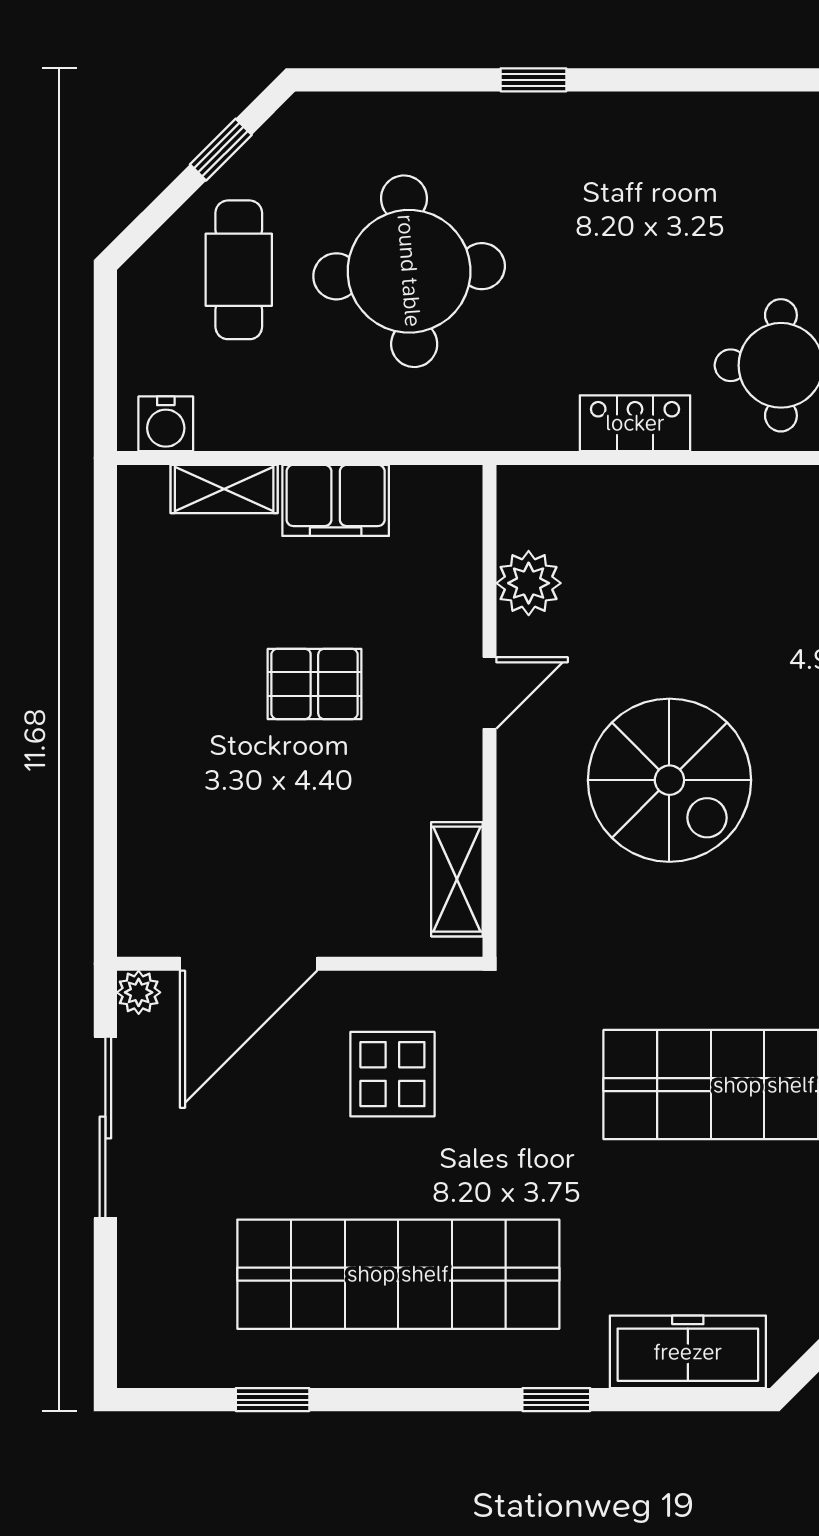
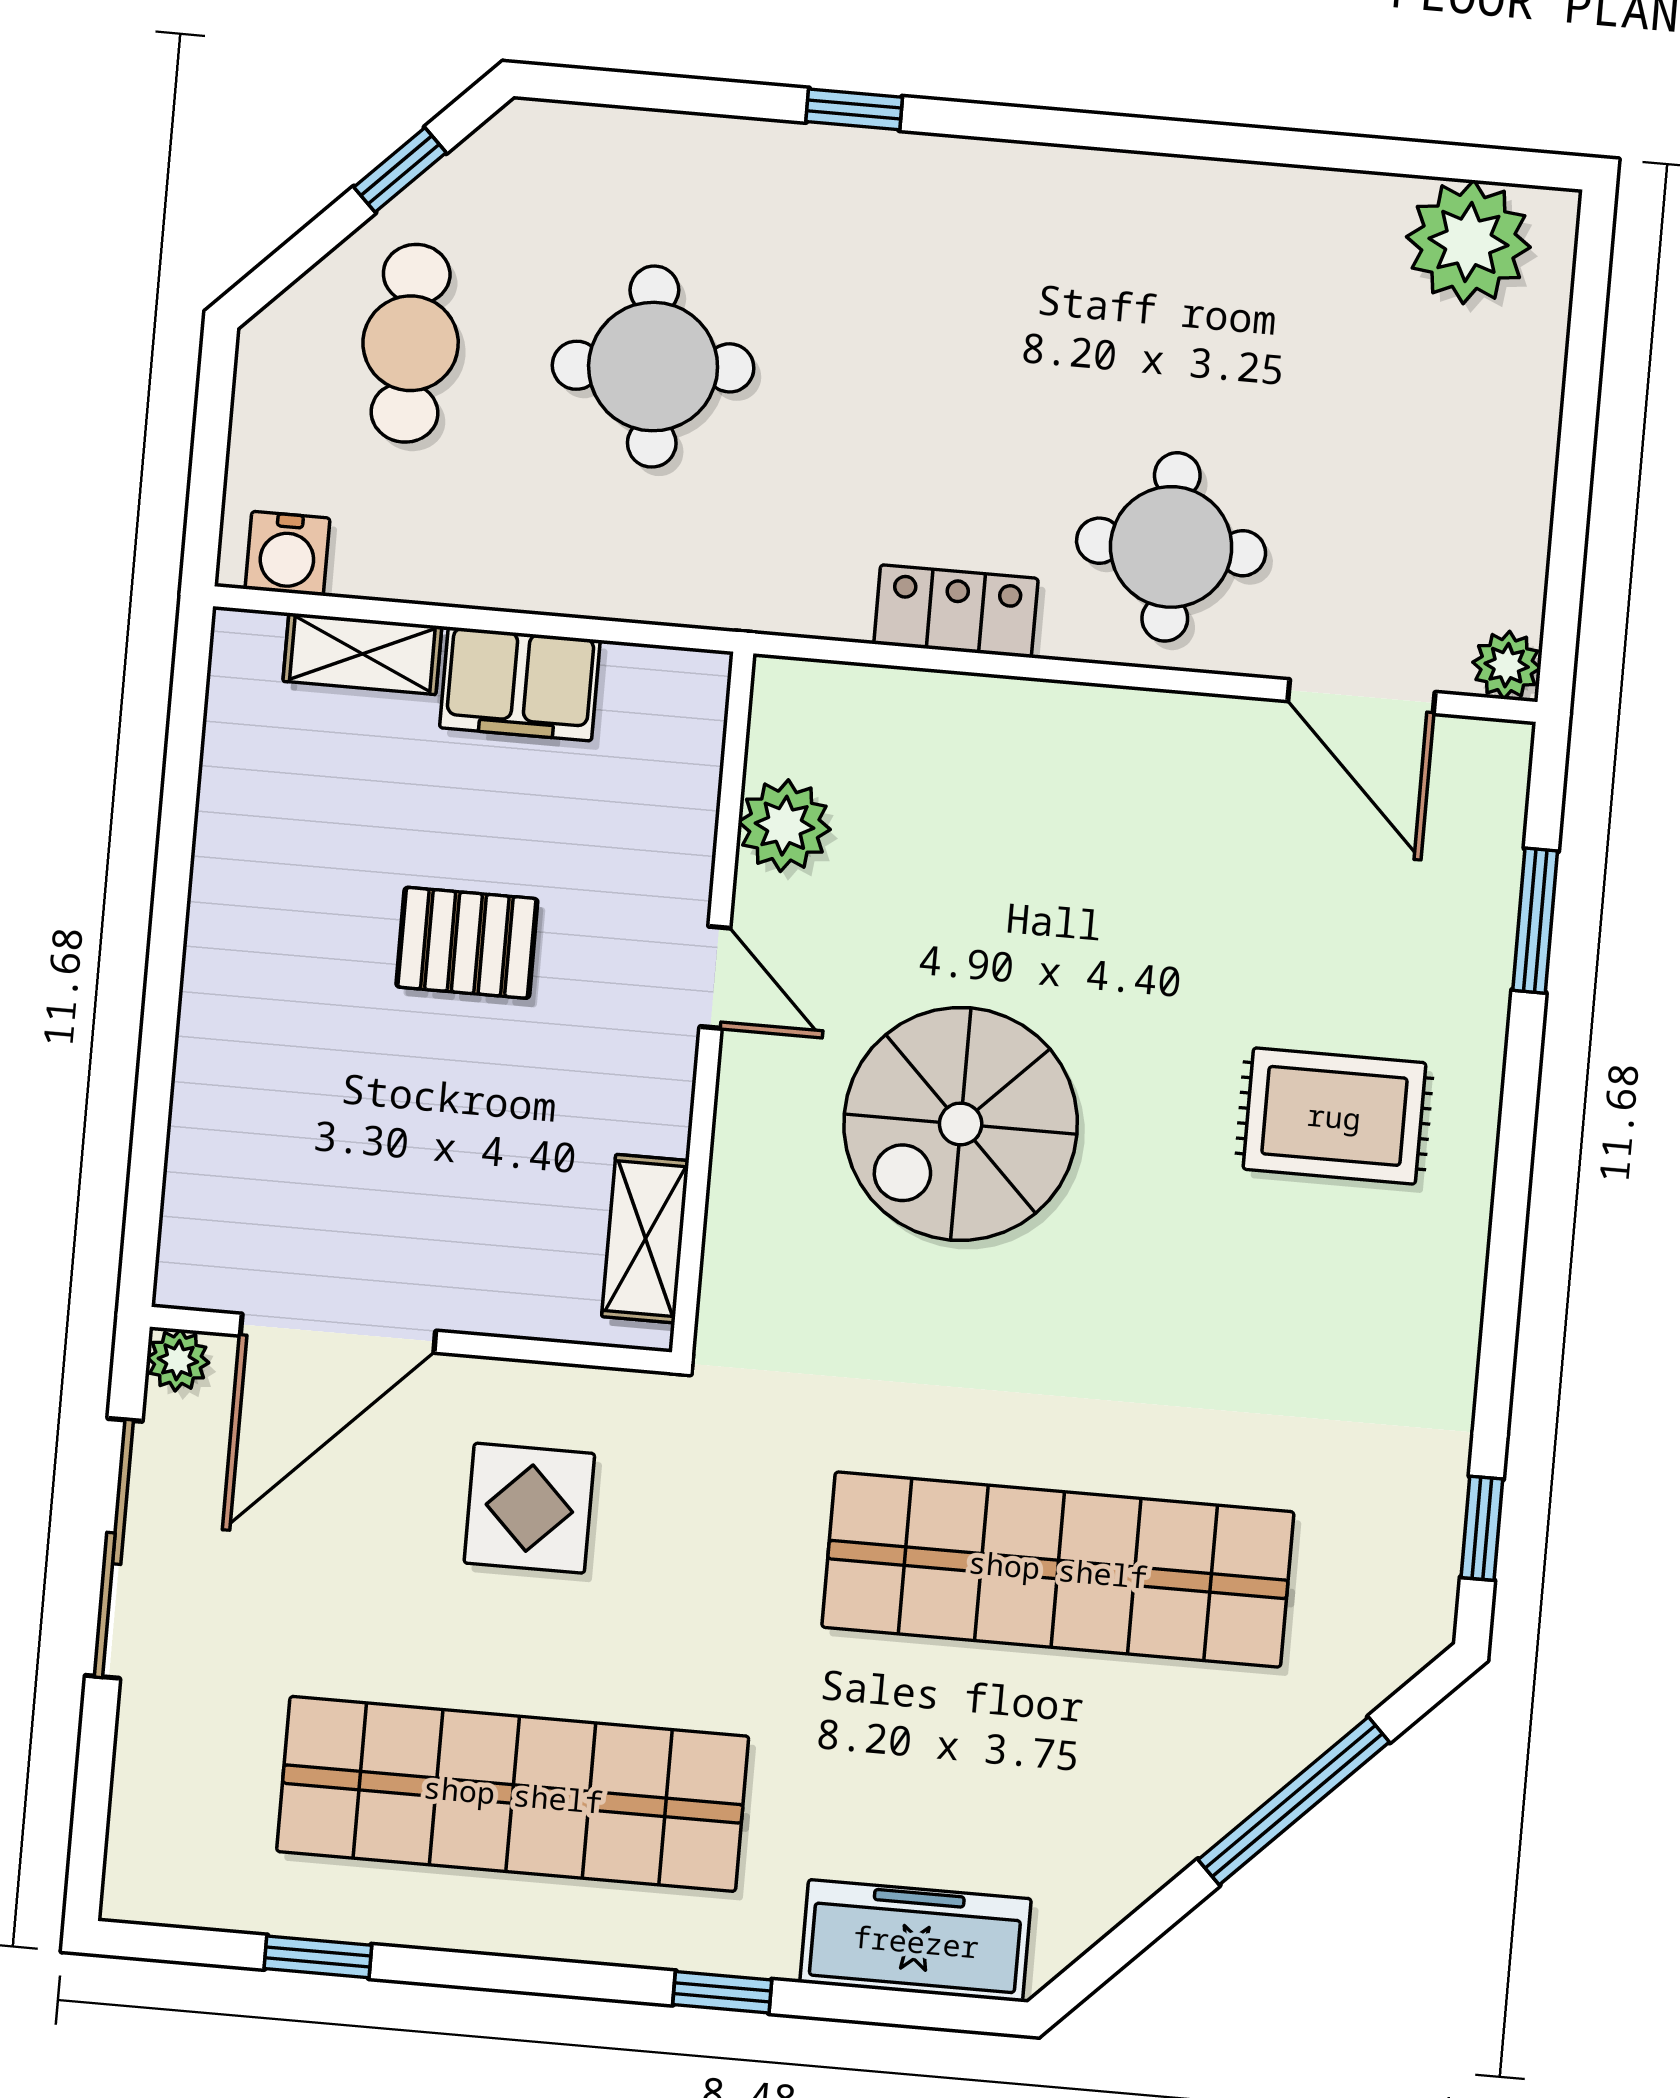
round table: (409, 271) -> (653, 367), width x0.73, depth x0.73
door: (489, 693) -> (715, 977), hinge flipped
spiral stairs: (669, 780) -> (961, 1124), turned 90

